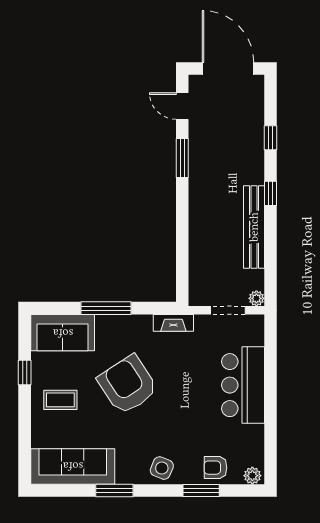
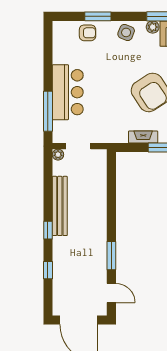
fireplace: (173, 323) -> (143, 137), moved
window: (270, 358) -> (48, 111), added
plant: (252, 476) -> (153, 27), moved

